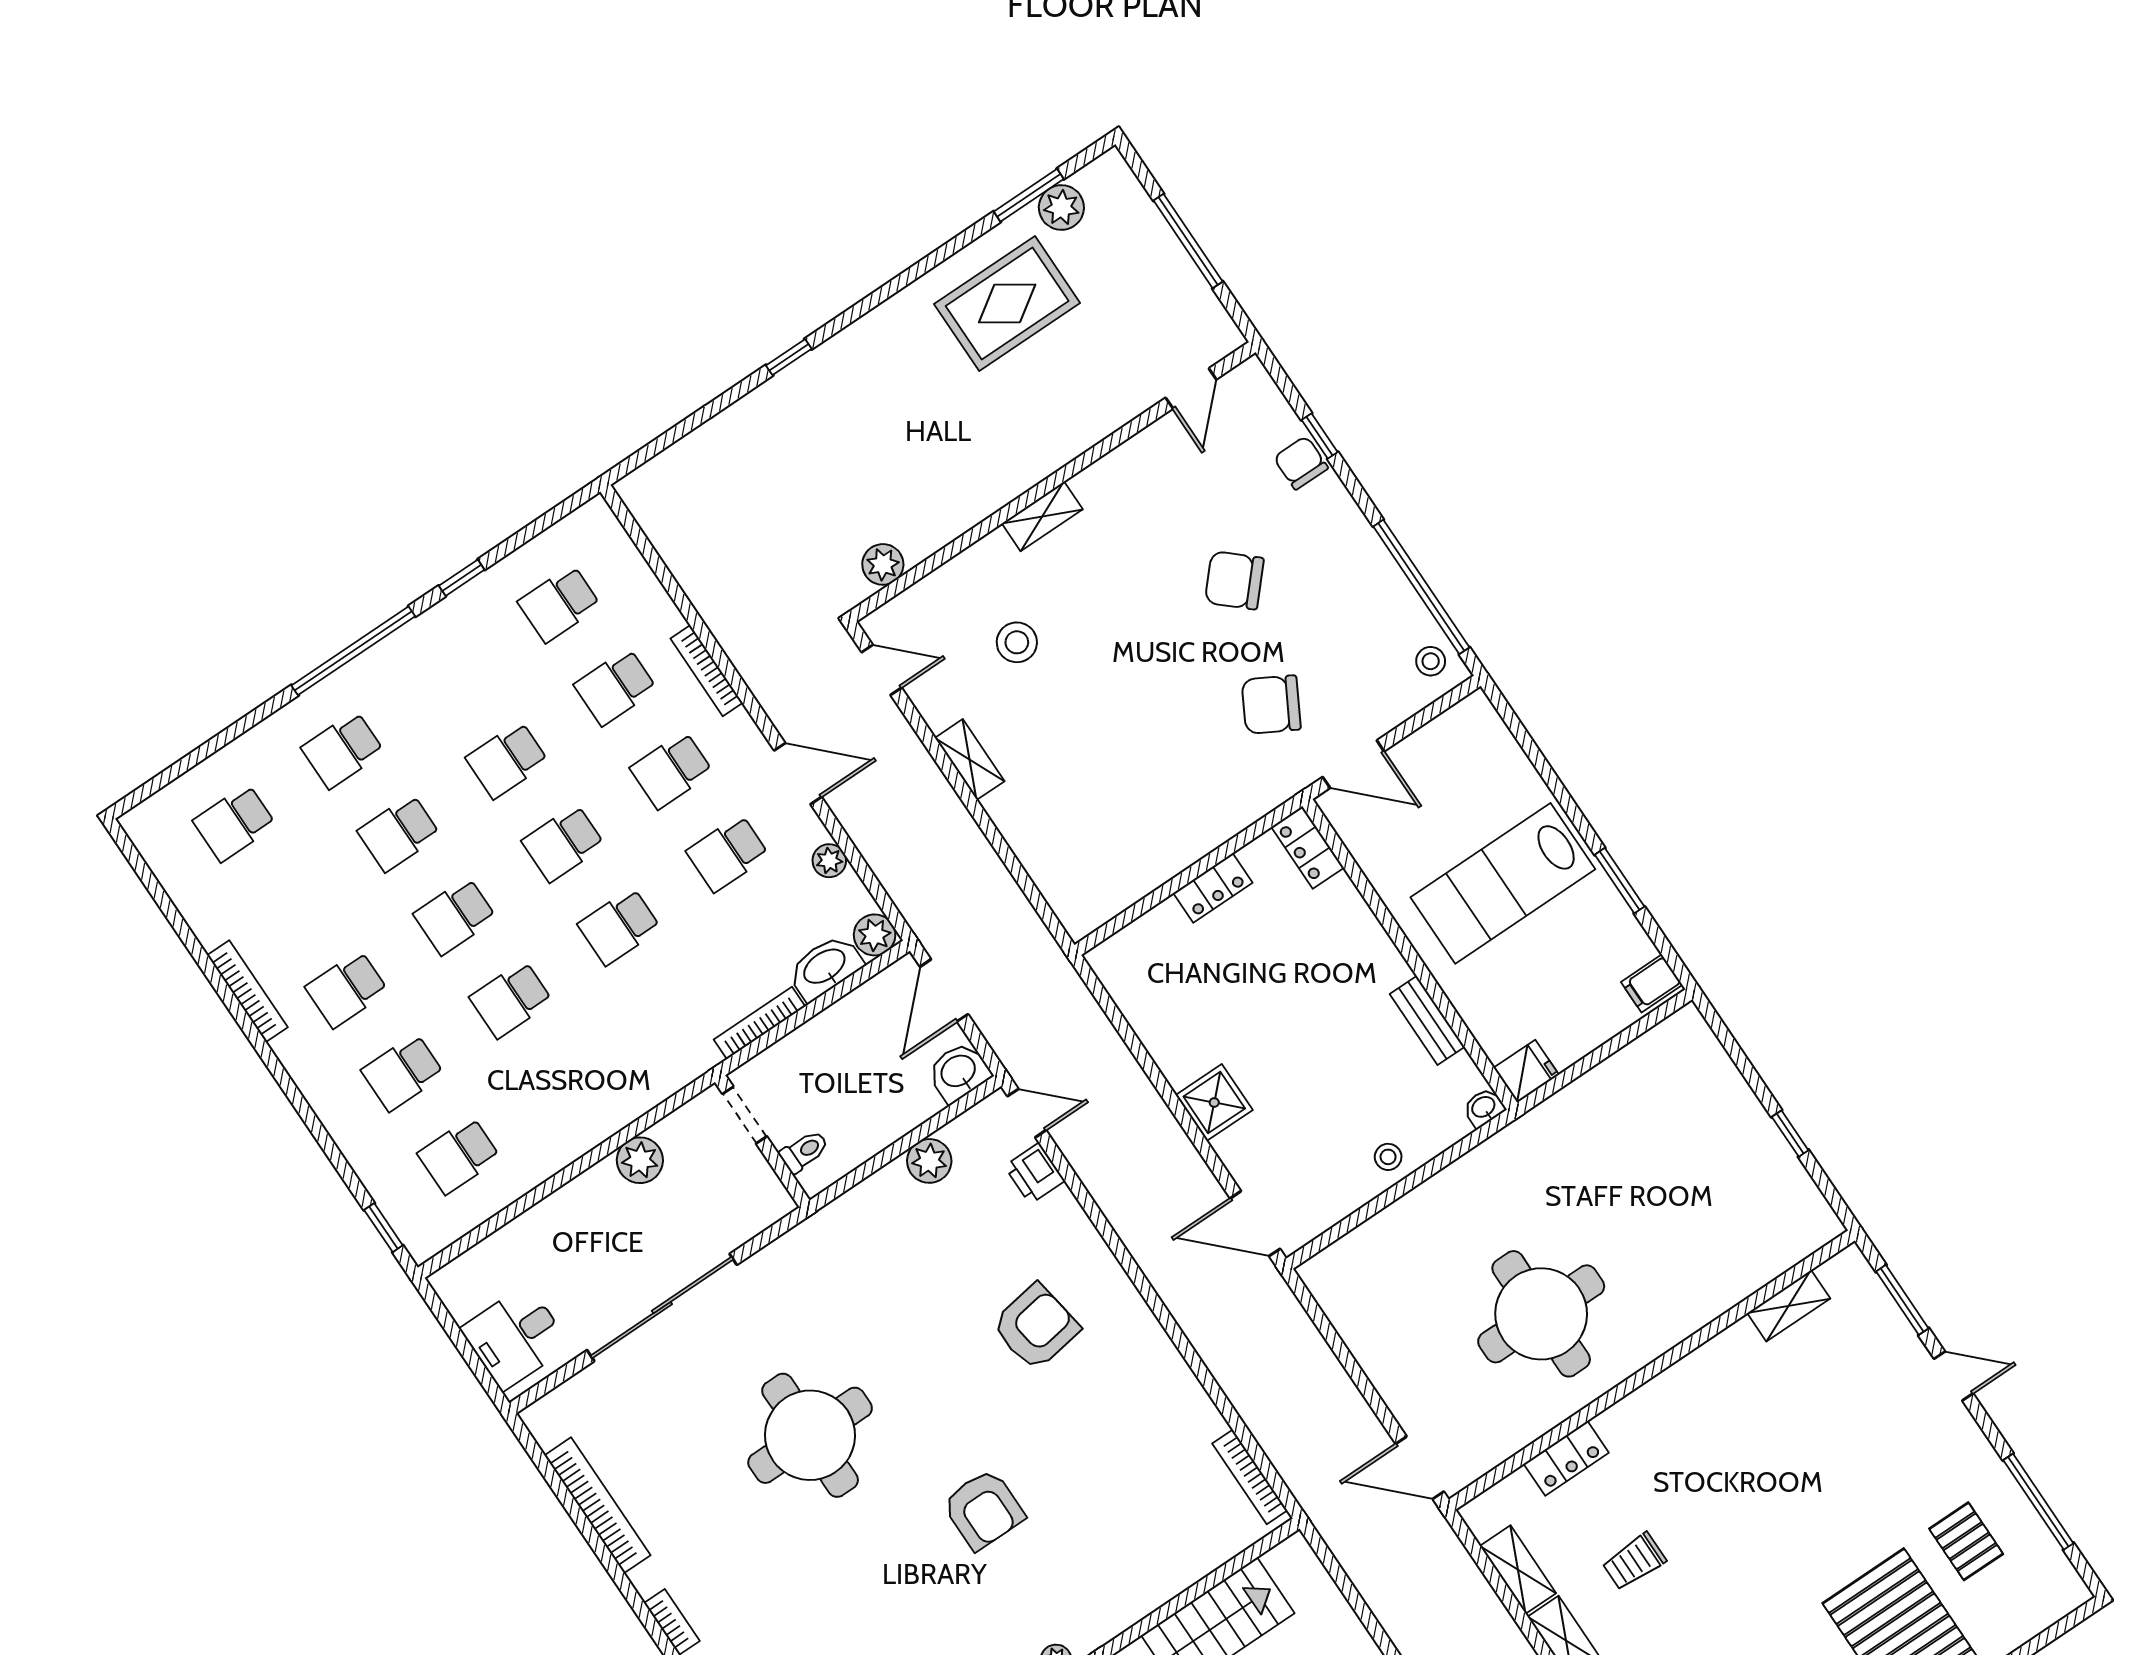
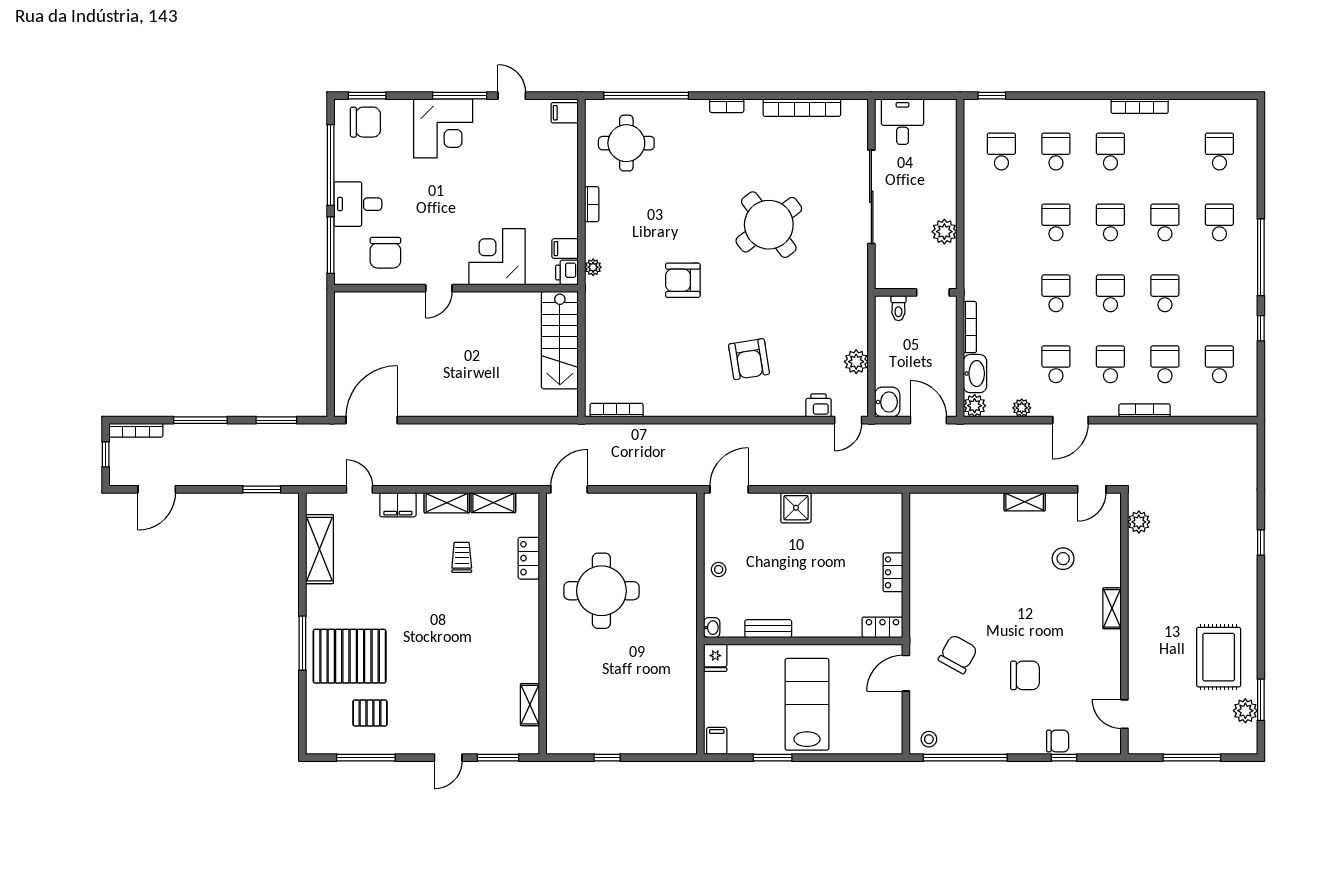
chair: (1234, 580) -> (1025, 675), turned 48
round table: (810, 1435) -> (769, 225), turned -37

